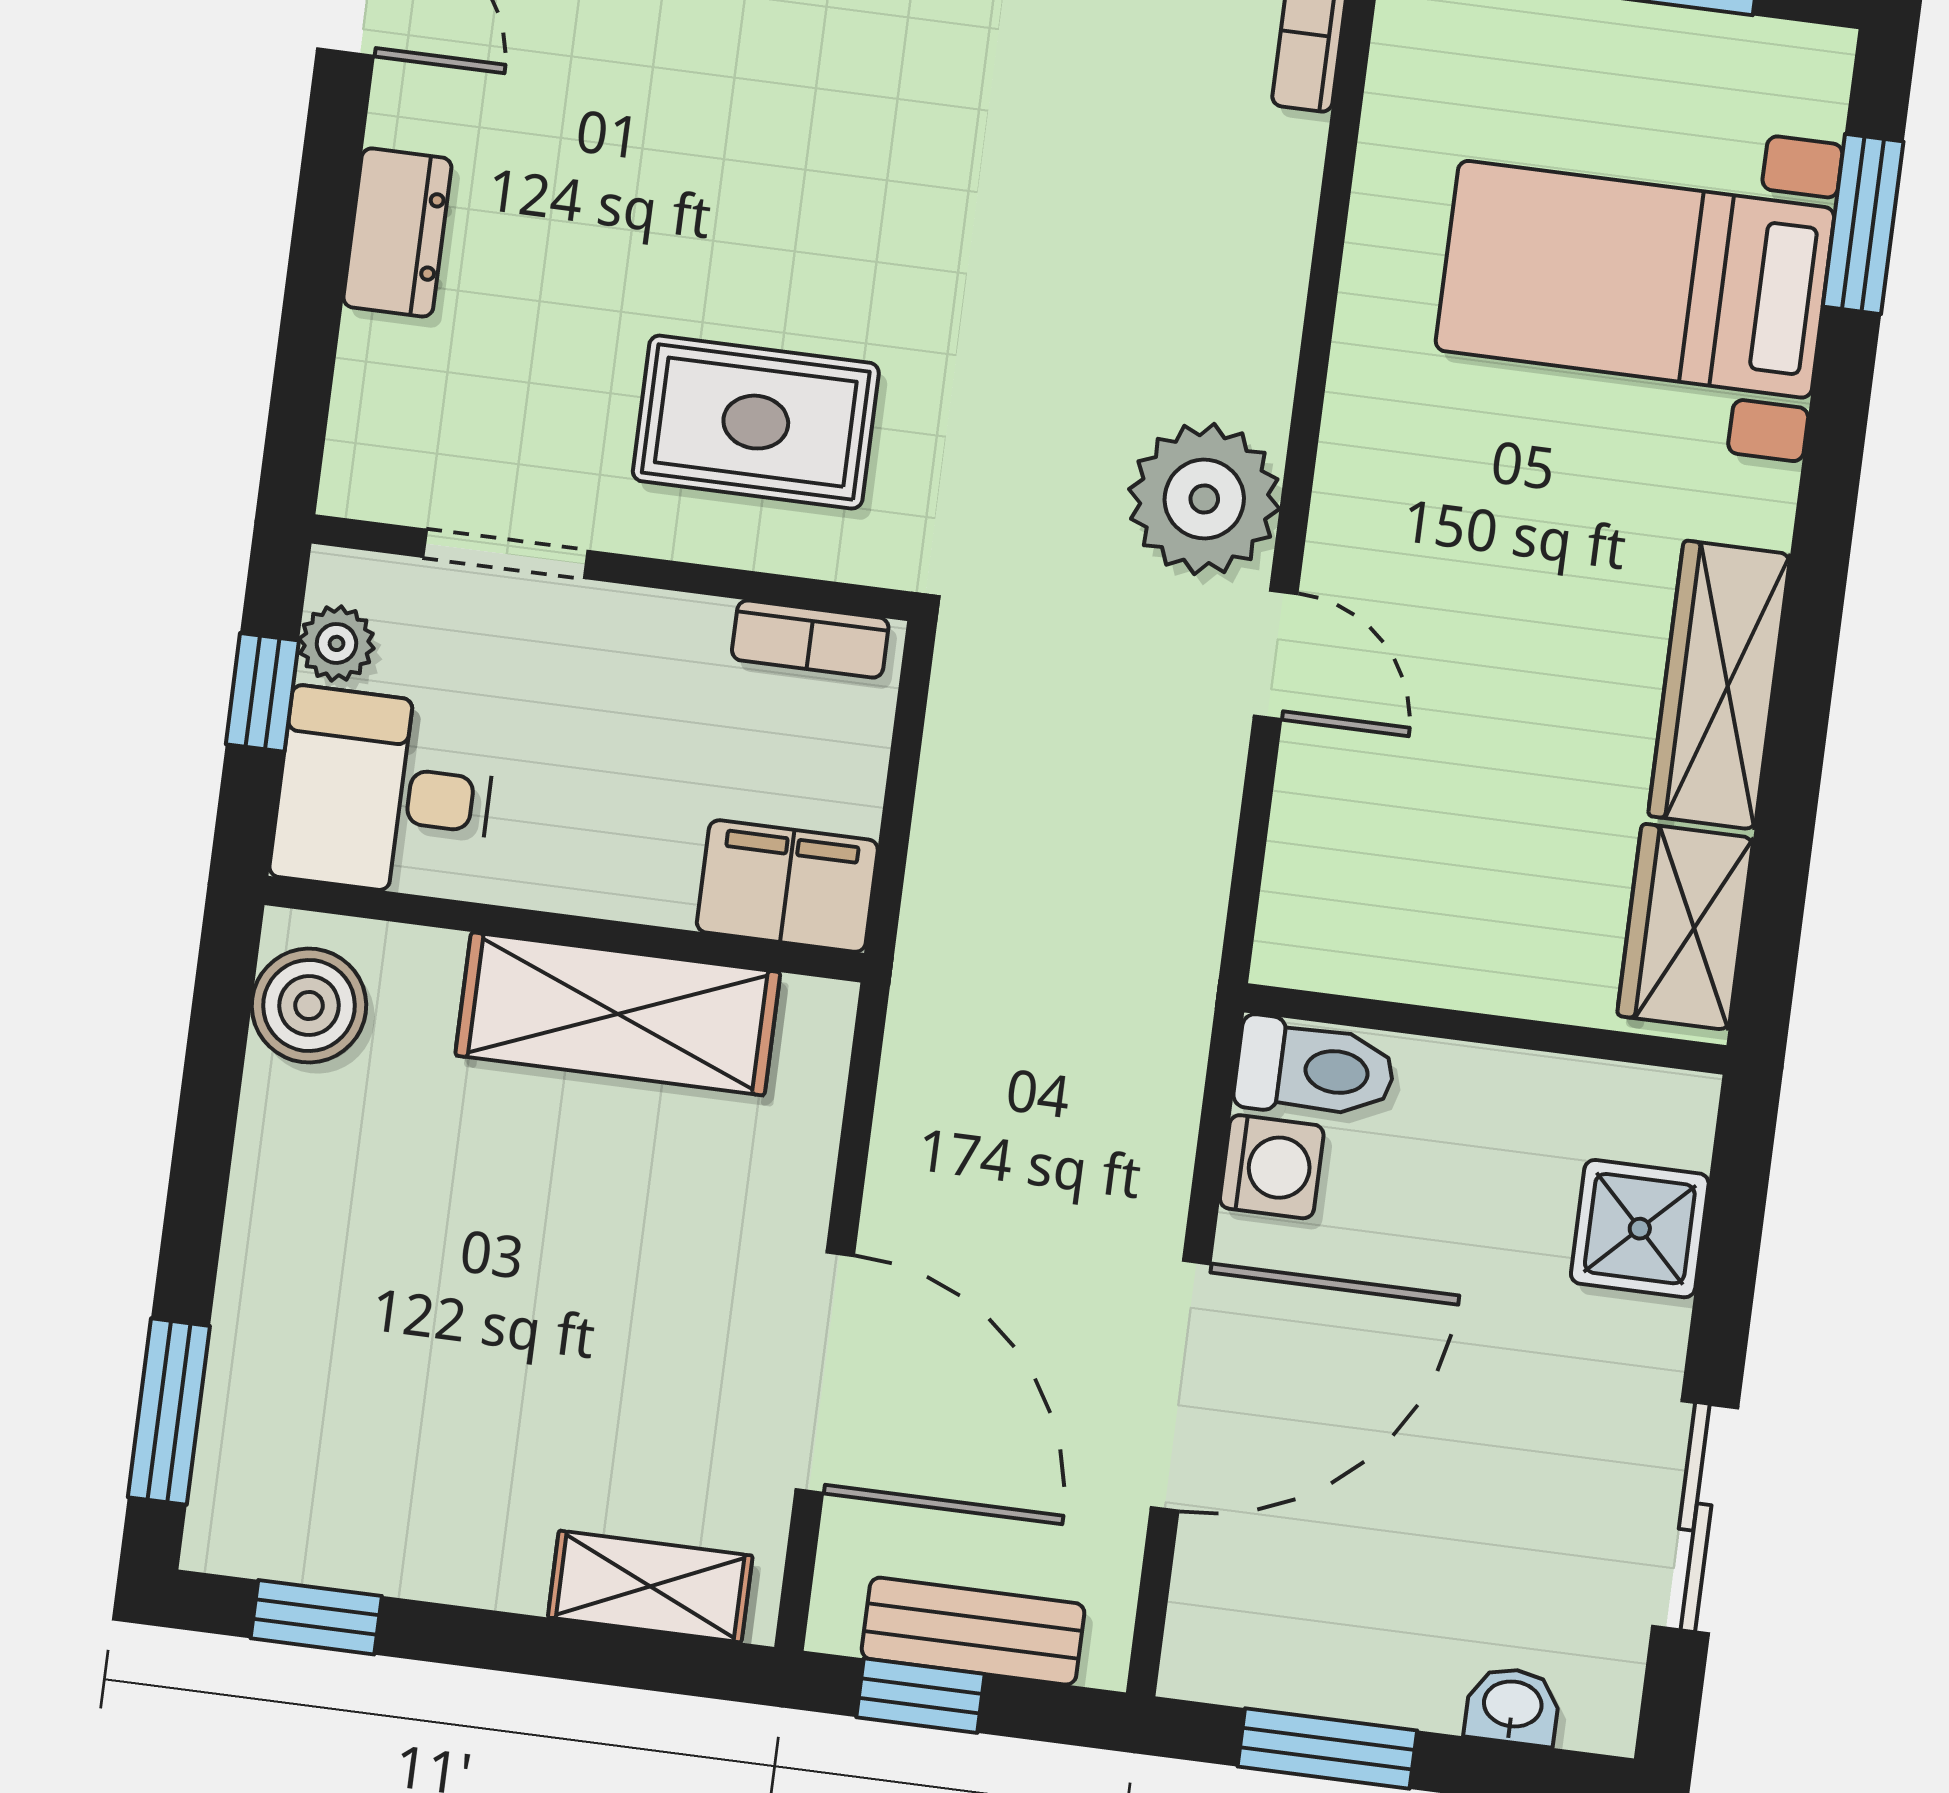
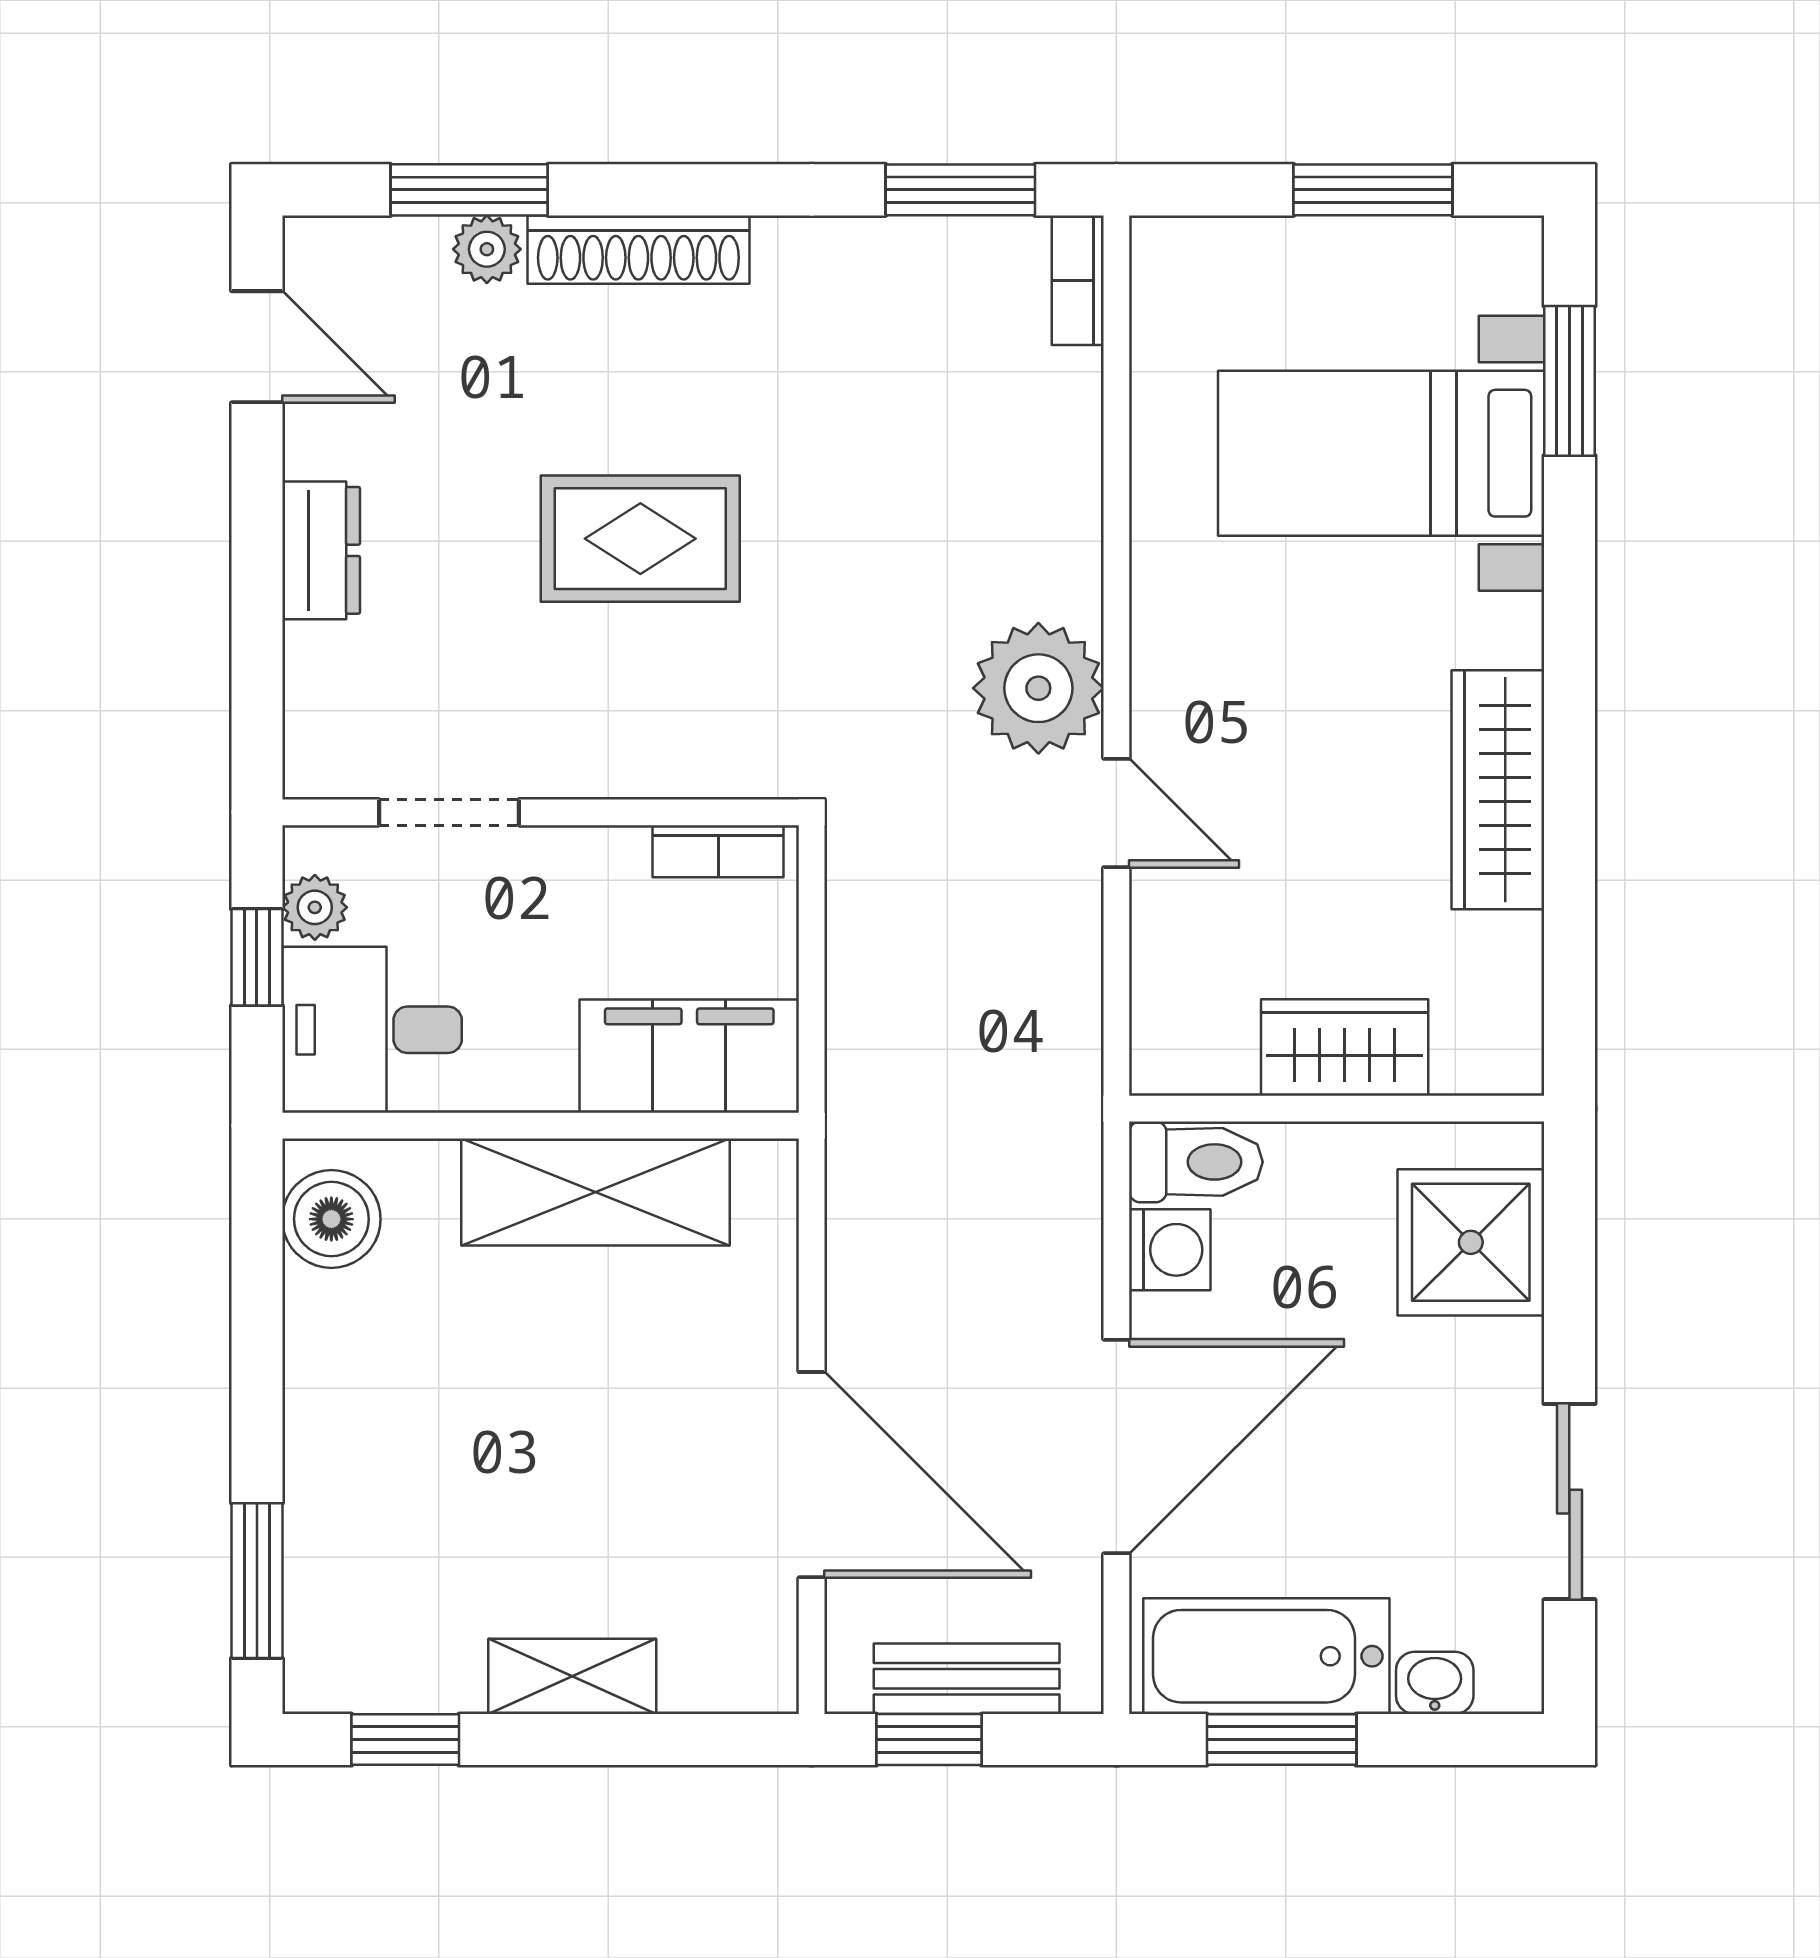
rug: (756, 422) -> (640, 539), moved
filing cabinet: (787, 886) -> (689, 1056), width x1.50, depth x1.17
wardrobe: (1685, 927) -> (1345, 1048), moved, turned 90
shower: (1640, 1229) -> (1471, 1242), width x1.36, depth x1.36
shelving: (650, 1586) -> (572, 1676), moved
bathtub: (1322, 1650) -> (1266, 1656), added

